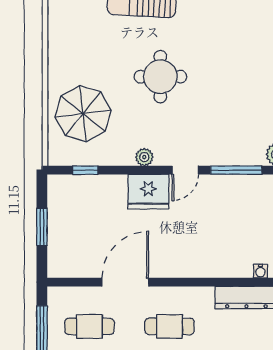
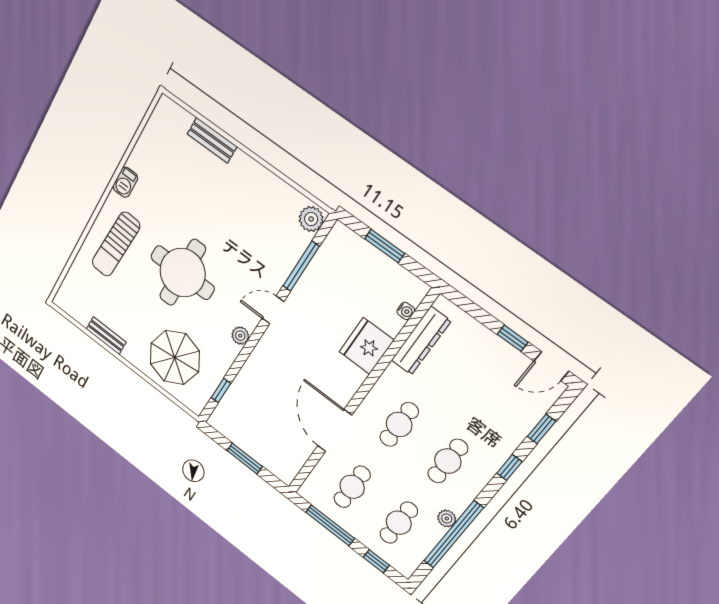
bench: (55, 41) -> (106, 336), added
round table: (160, 77) -> (183, 273), width x1.36, depth x1.36
door: (185, 170) -> (273, 310), swing flipped
fridge: (148, 192) -> (366, 346), moved, turned 180

